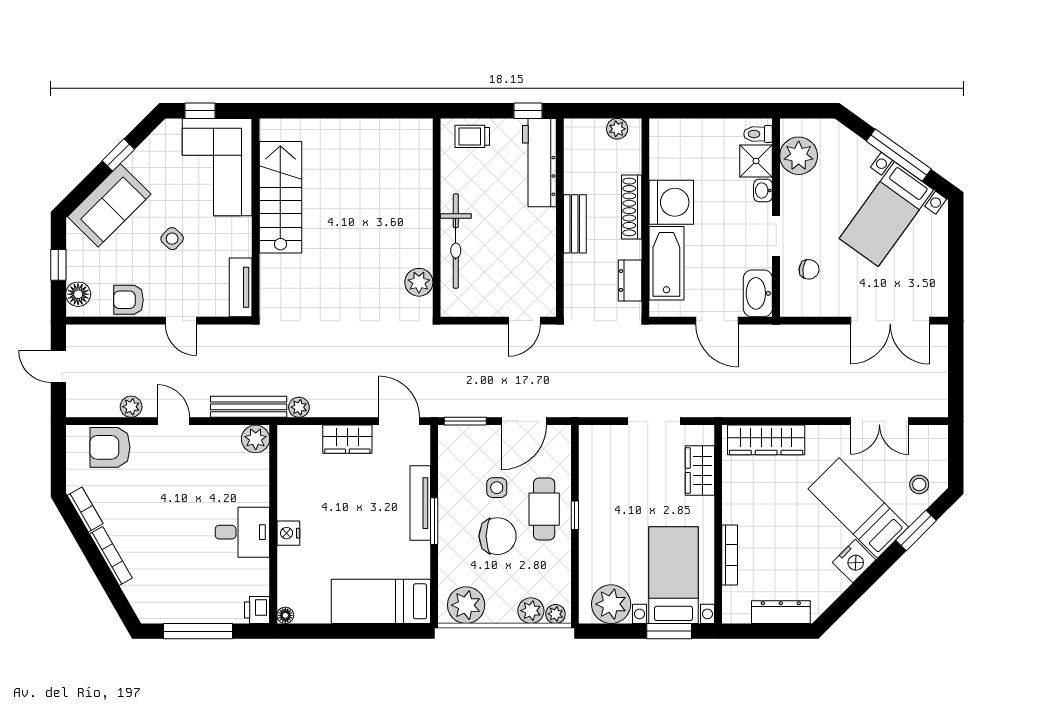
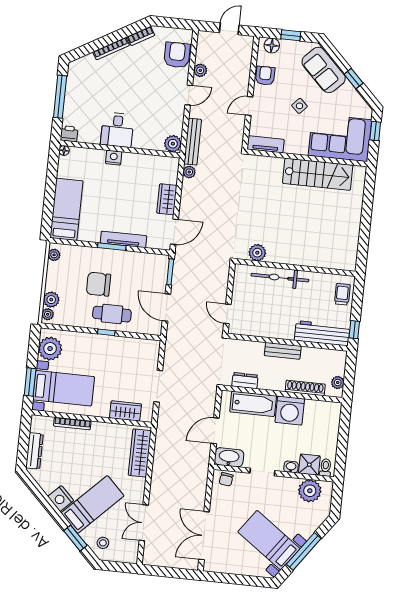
shoe rack: (632, 207) -> (305, 388), moved
chair: (809, 269) -> (226, 479), moved
side table: (497, 488) -> (128, 287), removed
chair: (498, 536) -> (99, 284), turned 90
plant: (466, 605) -> (54, 255), width x0.53, depth x0.53

